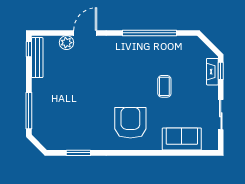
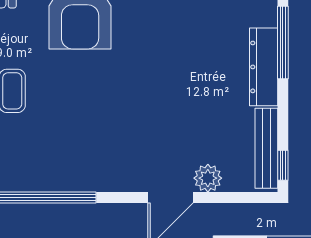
dresser: (39, 98) -> (264, 67), added

